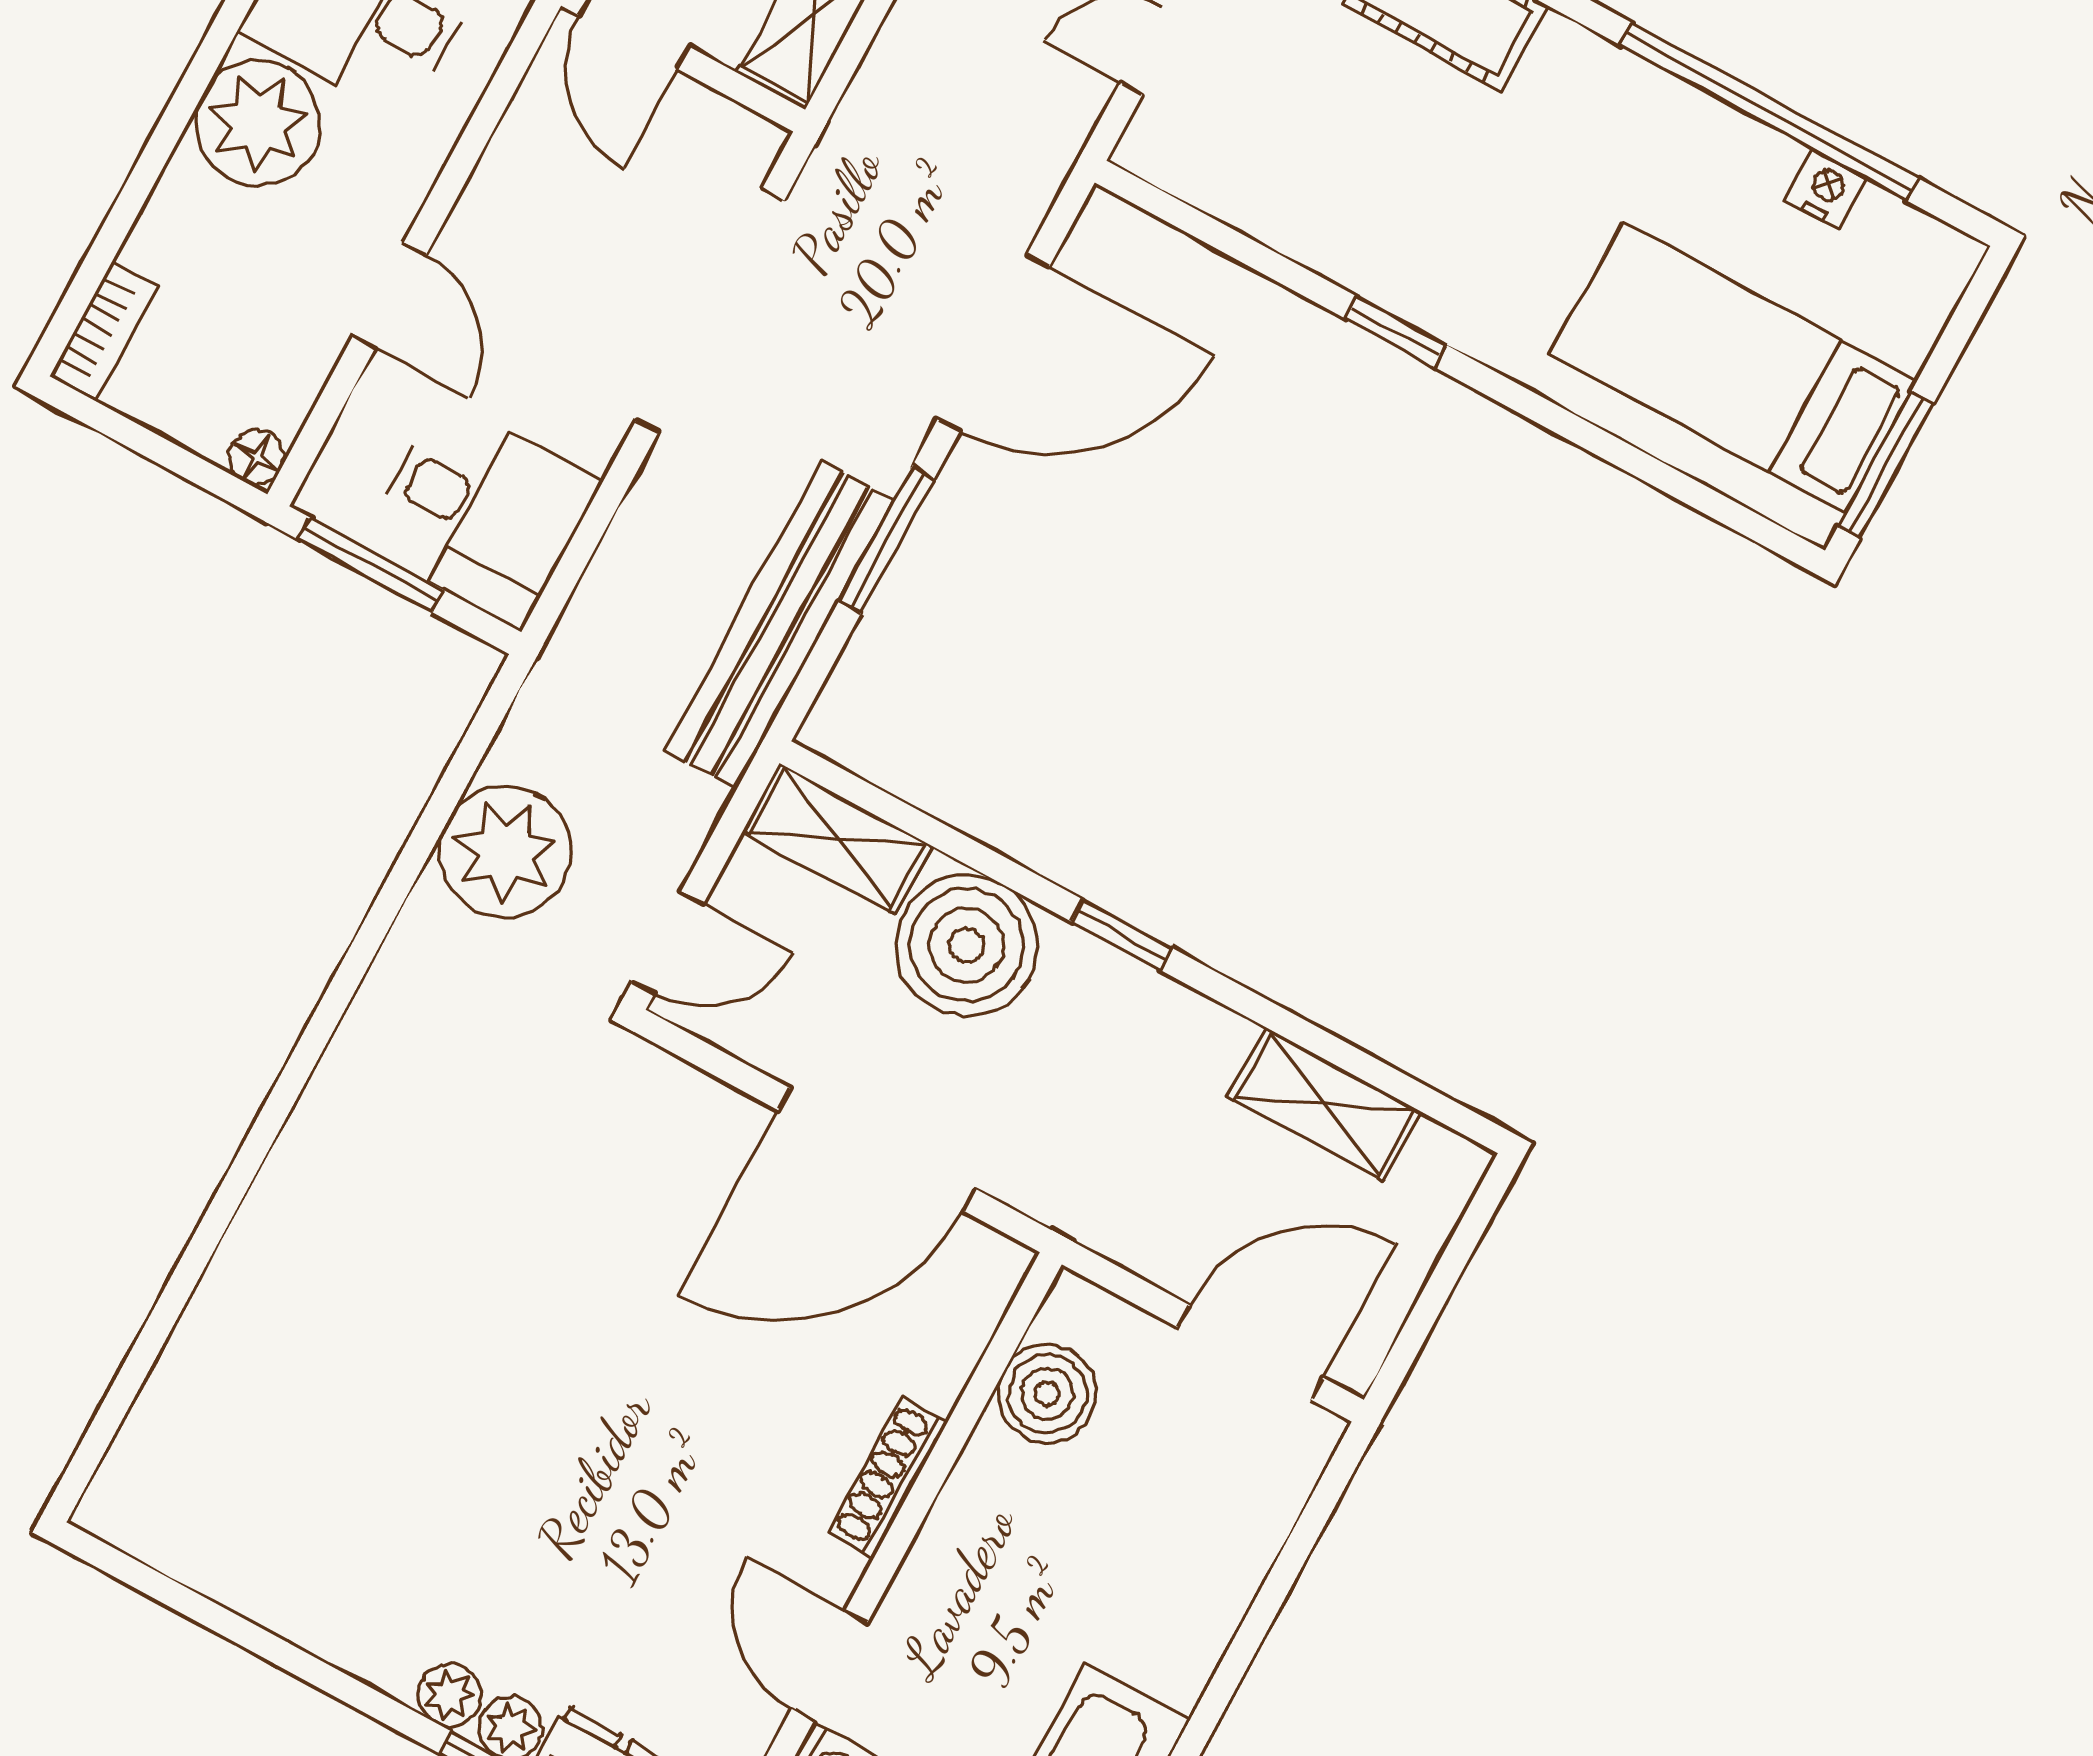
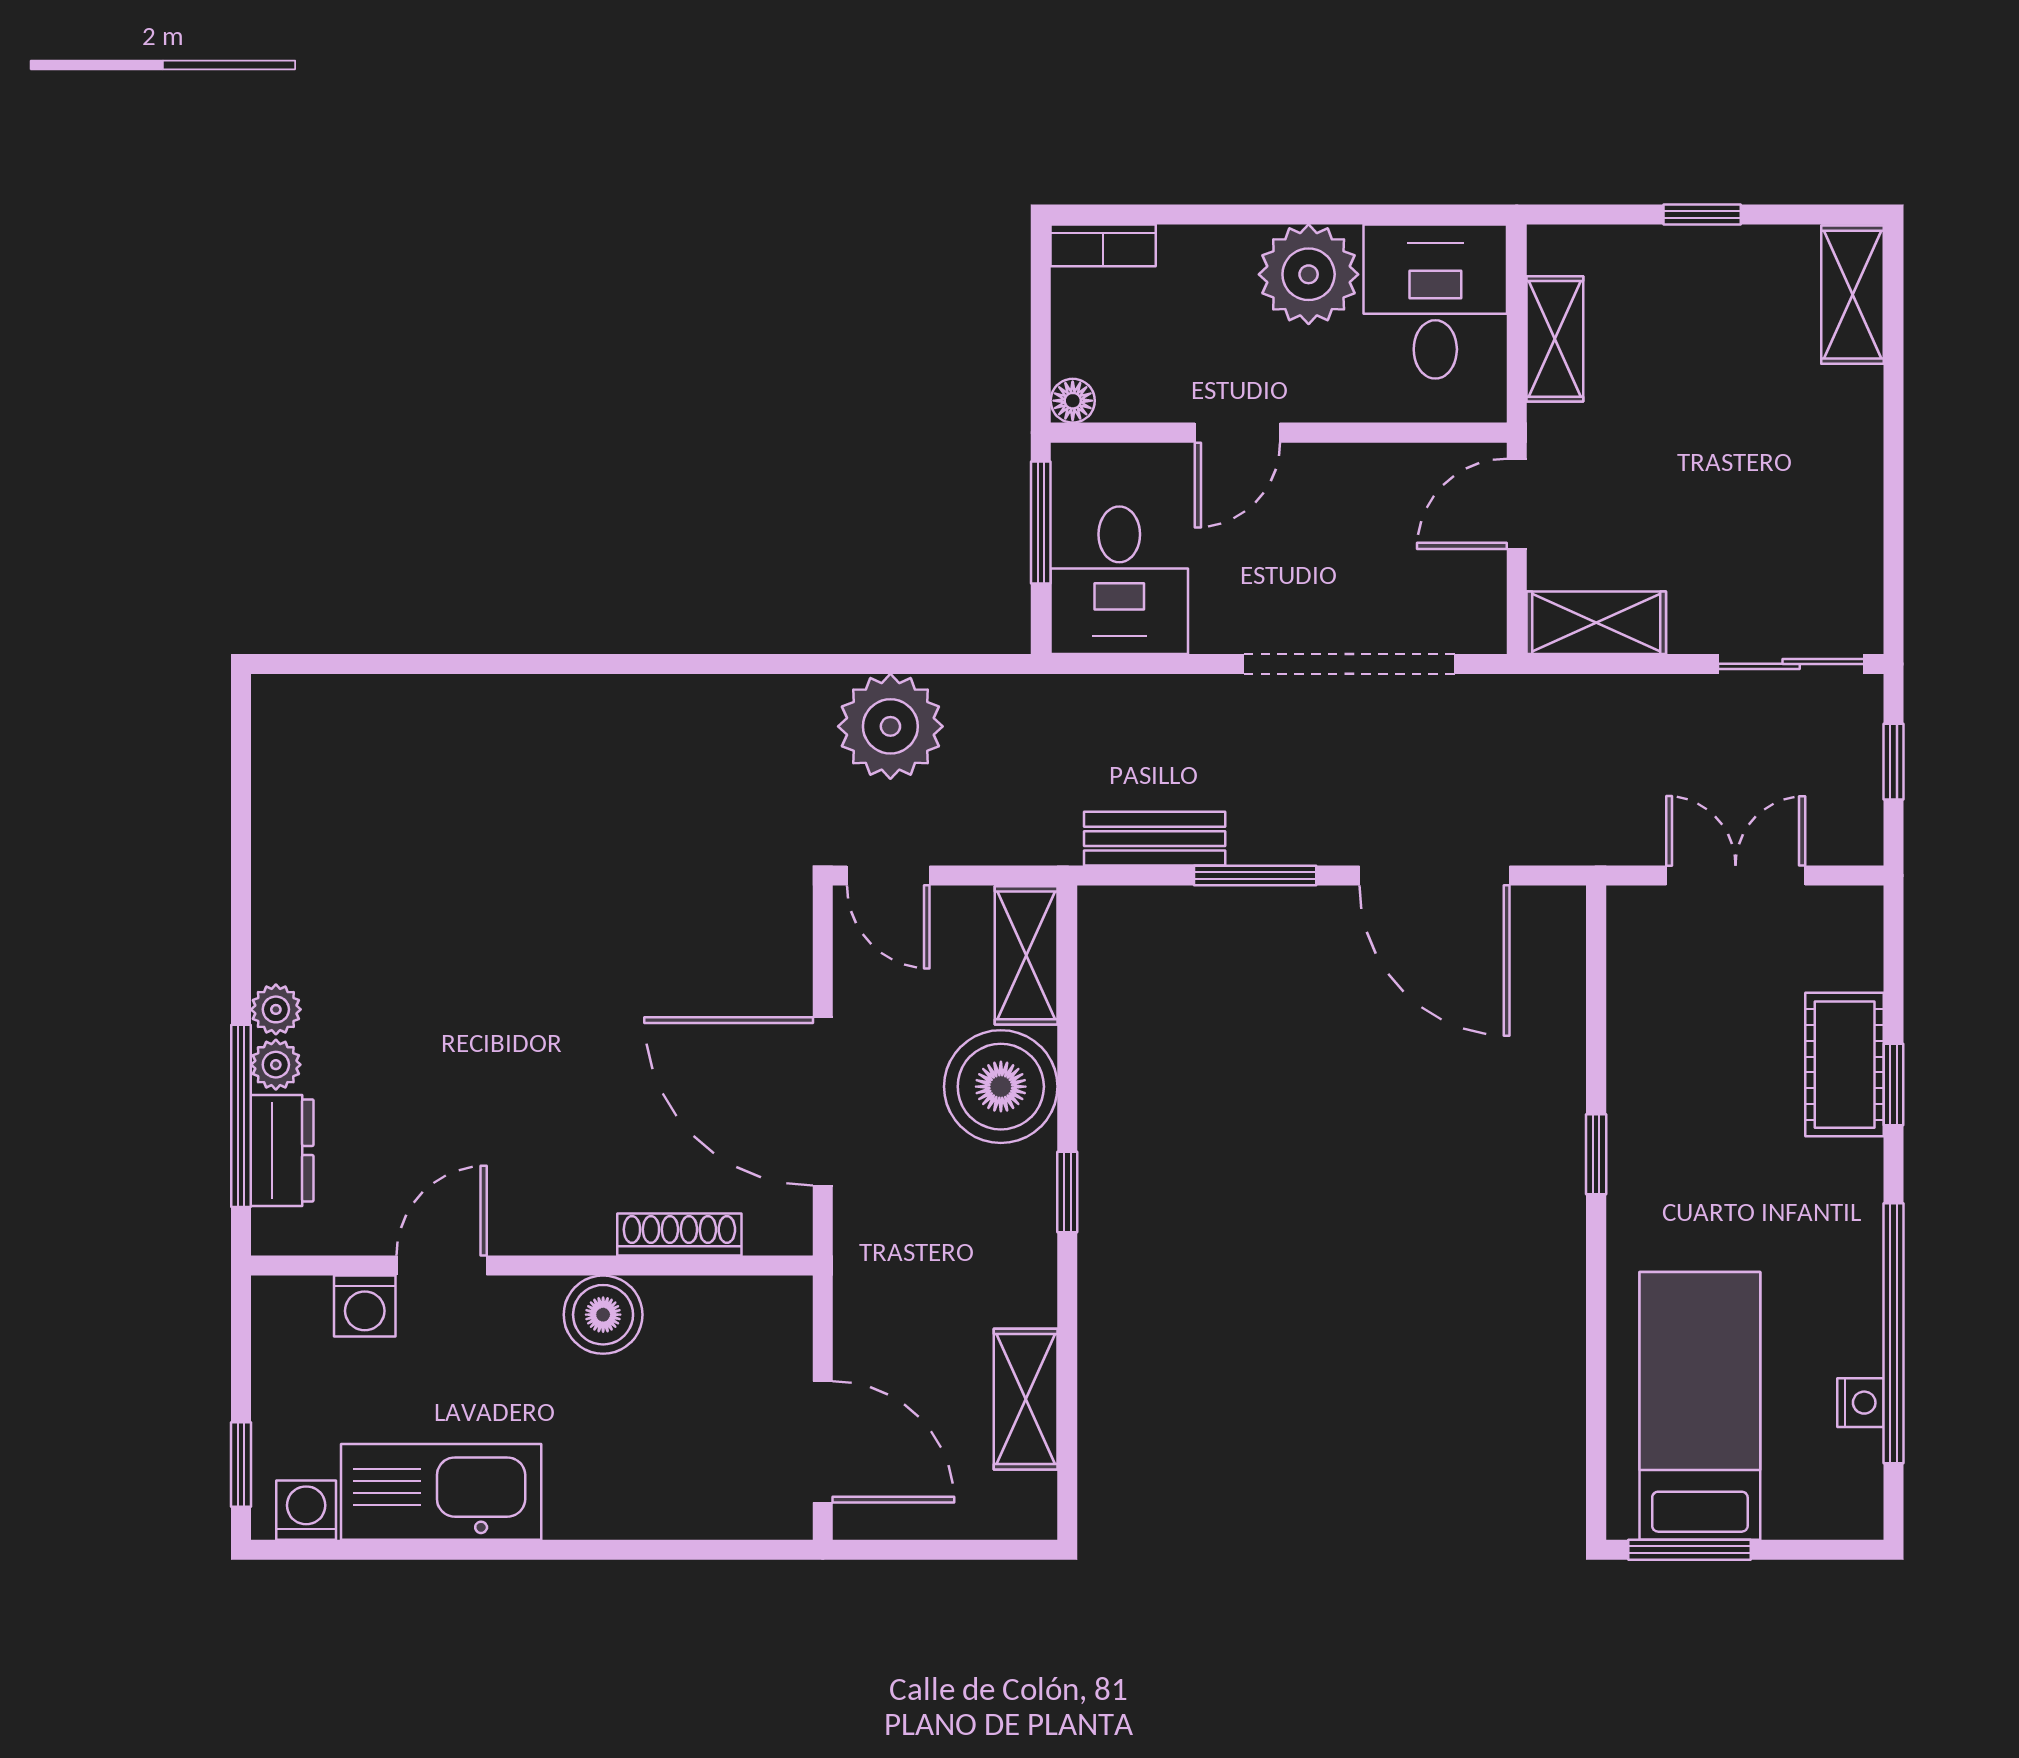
bench: (780, 625) -> (1155, 839), width x0.54, depth x0.82
boiler: (1047, 1394) -> (603, 1315), moved
shoe rack: (888, 1477) -> (679, 1235), moved

